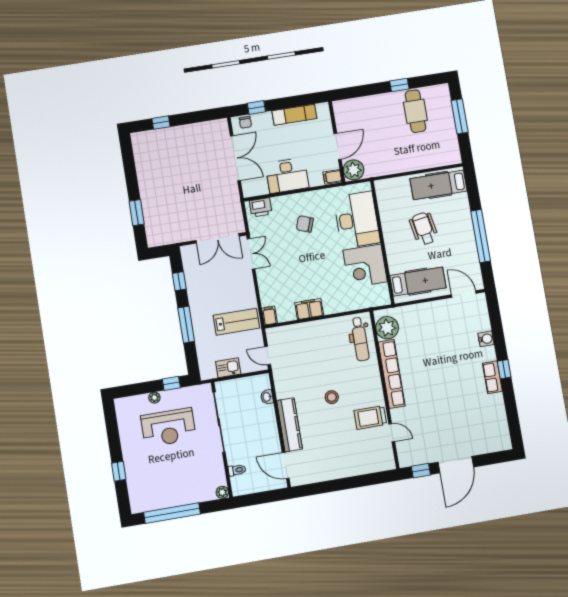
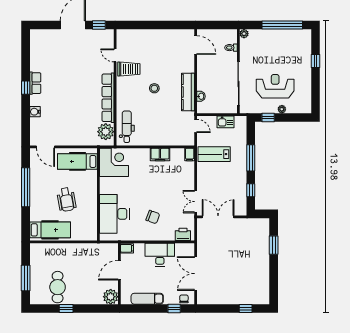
plant: (354, 170) -> (111, 297), moved
corner desk: (365, 266) -> (114, 162), moved
kitchen counter: (289, 425) -> (188, 92), moved

